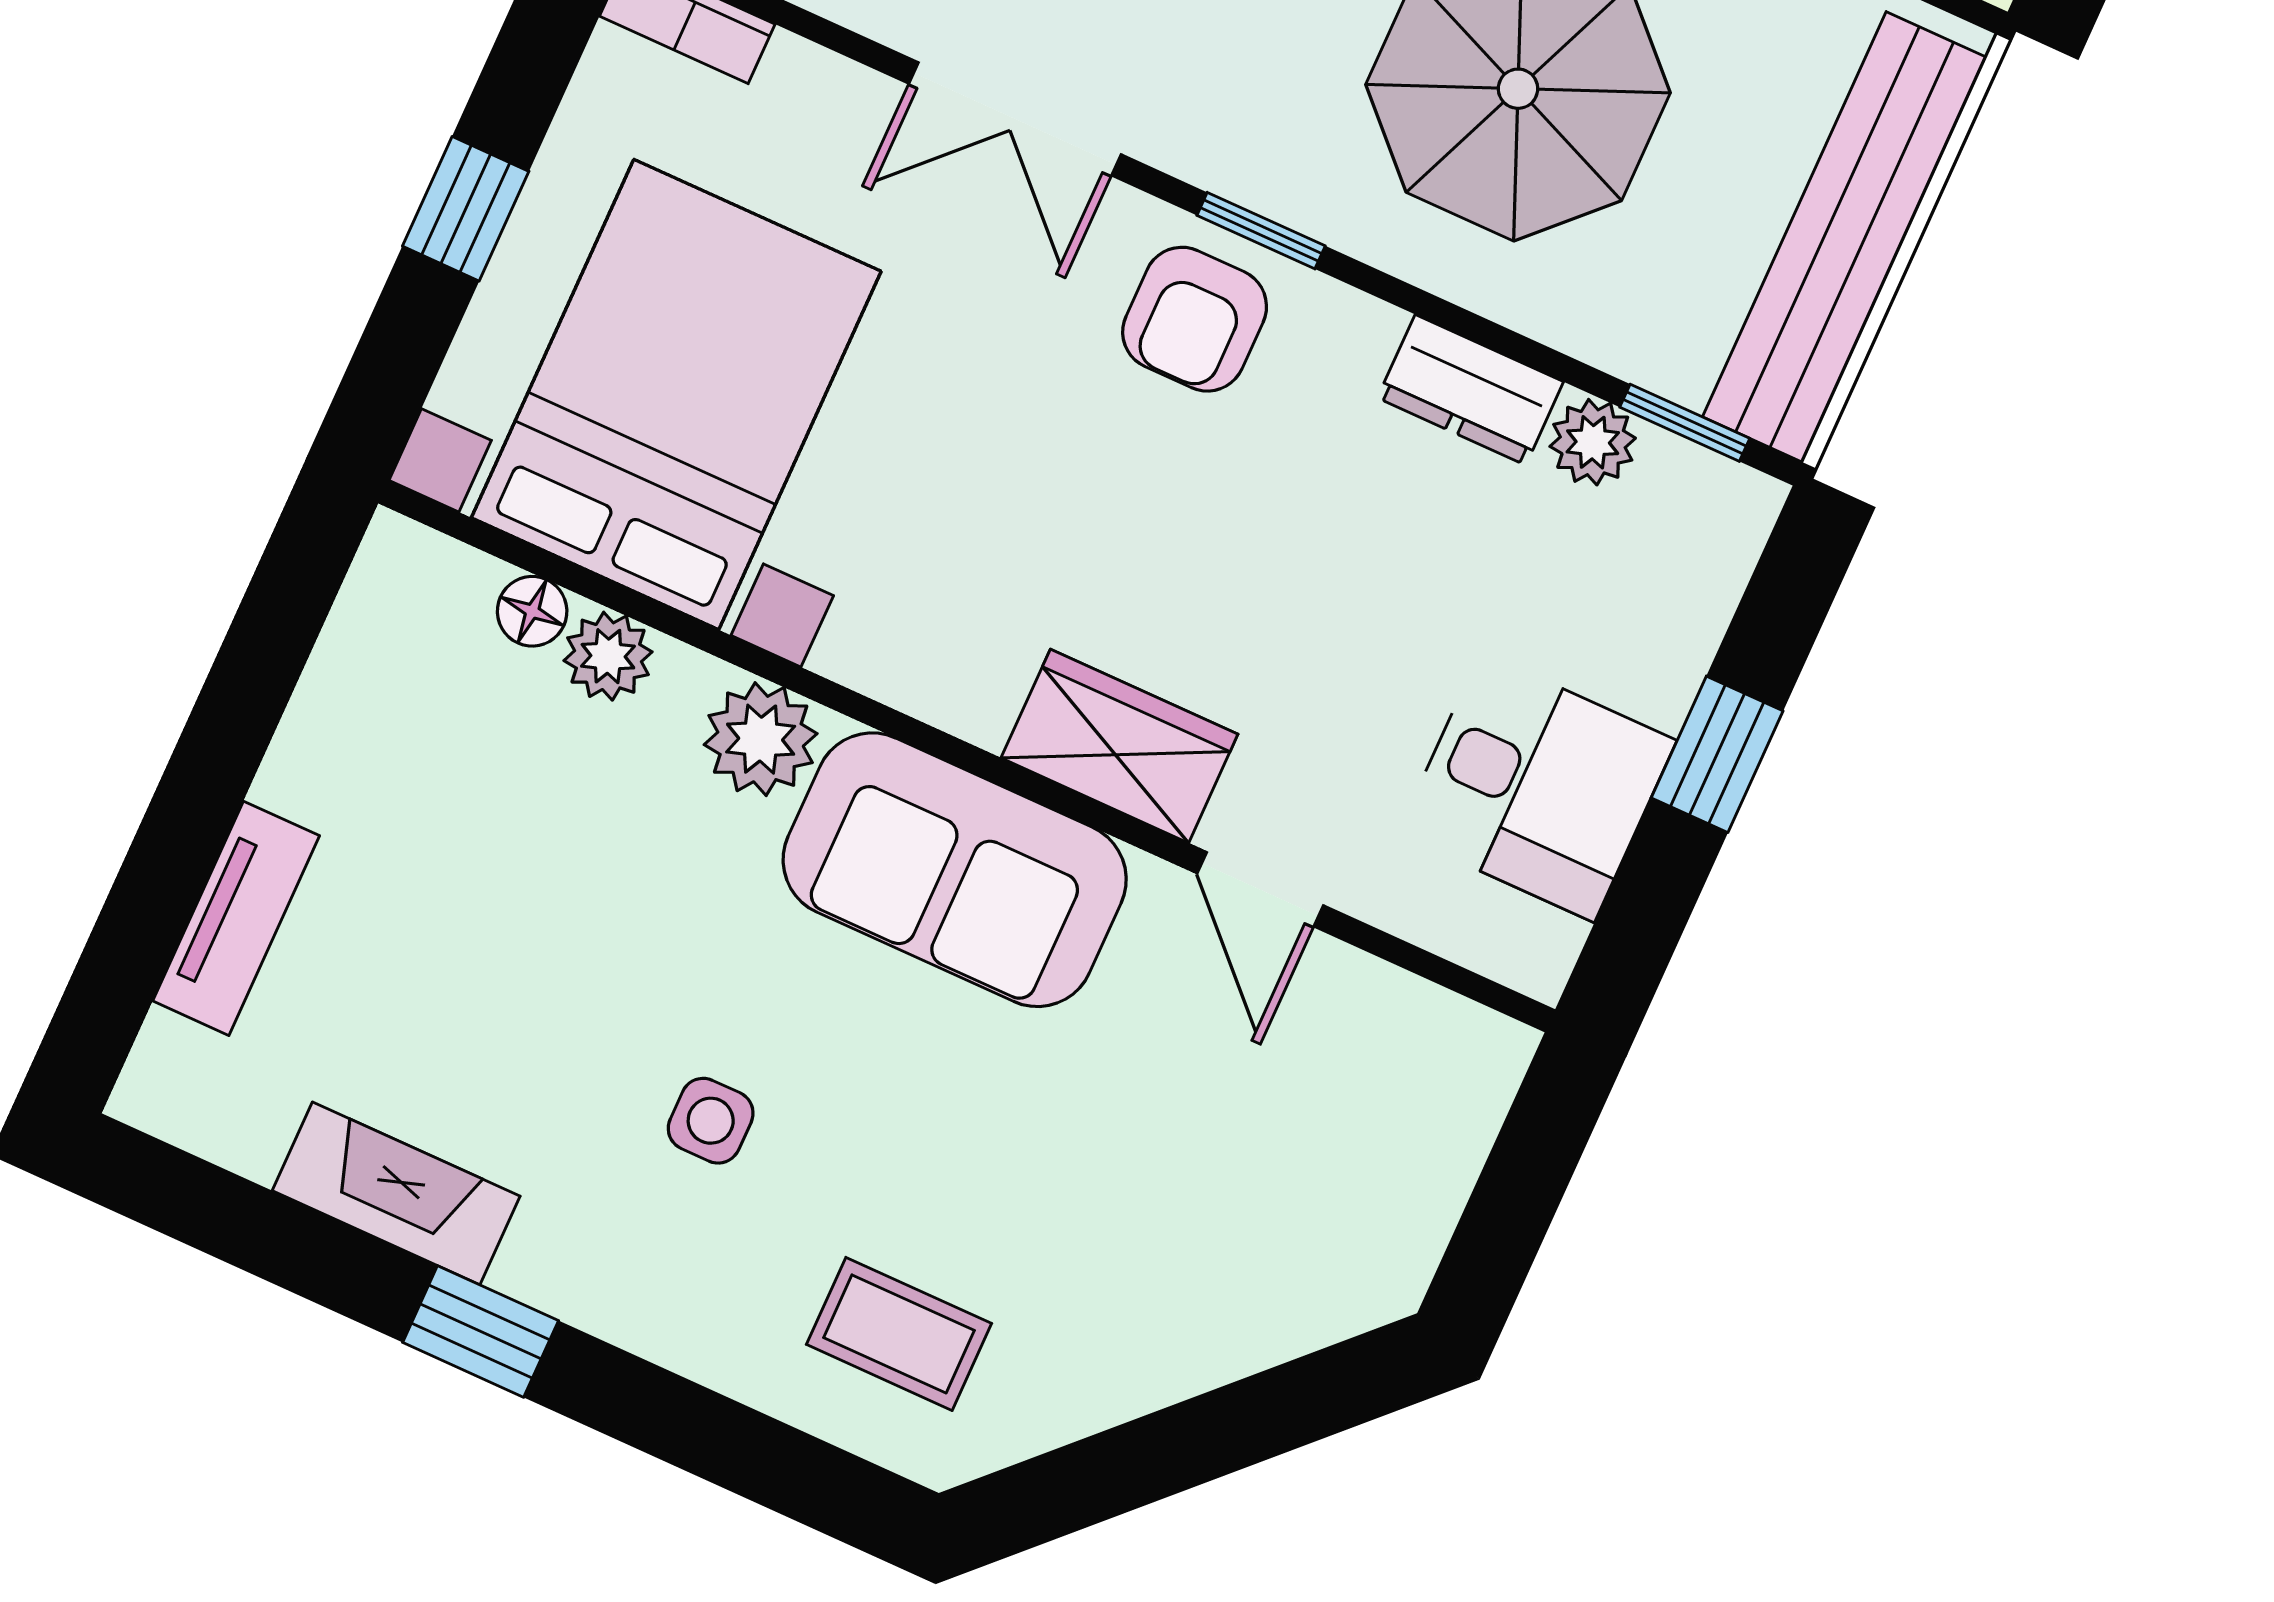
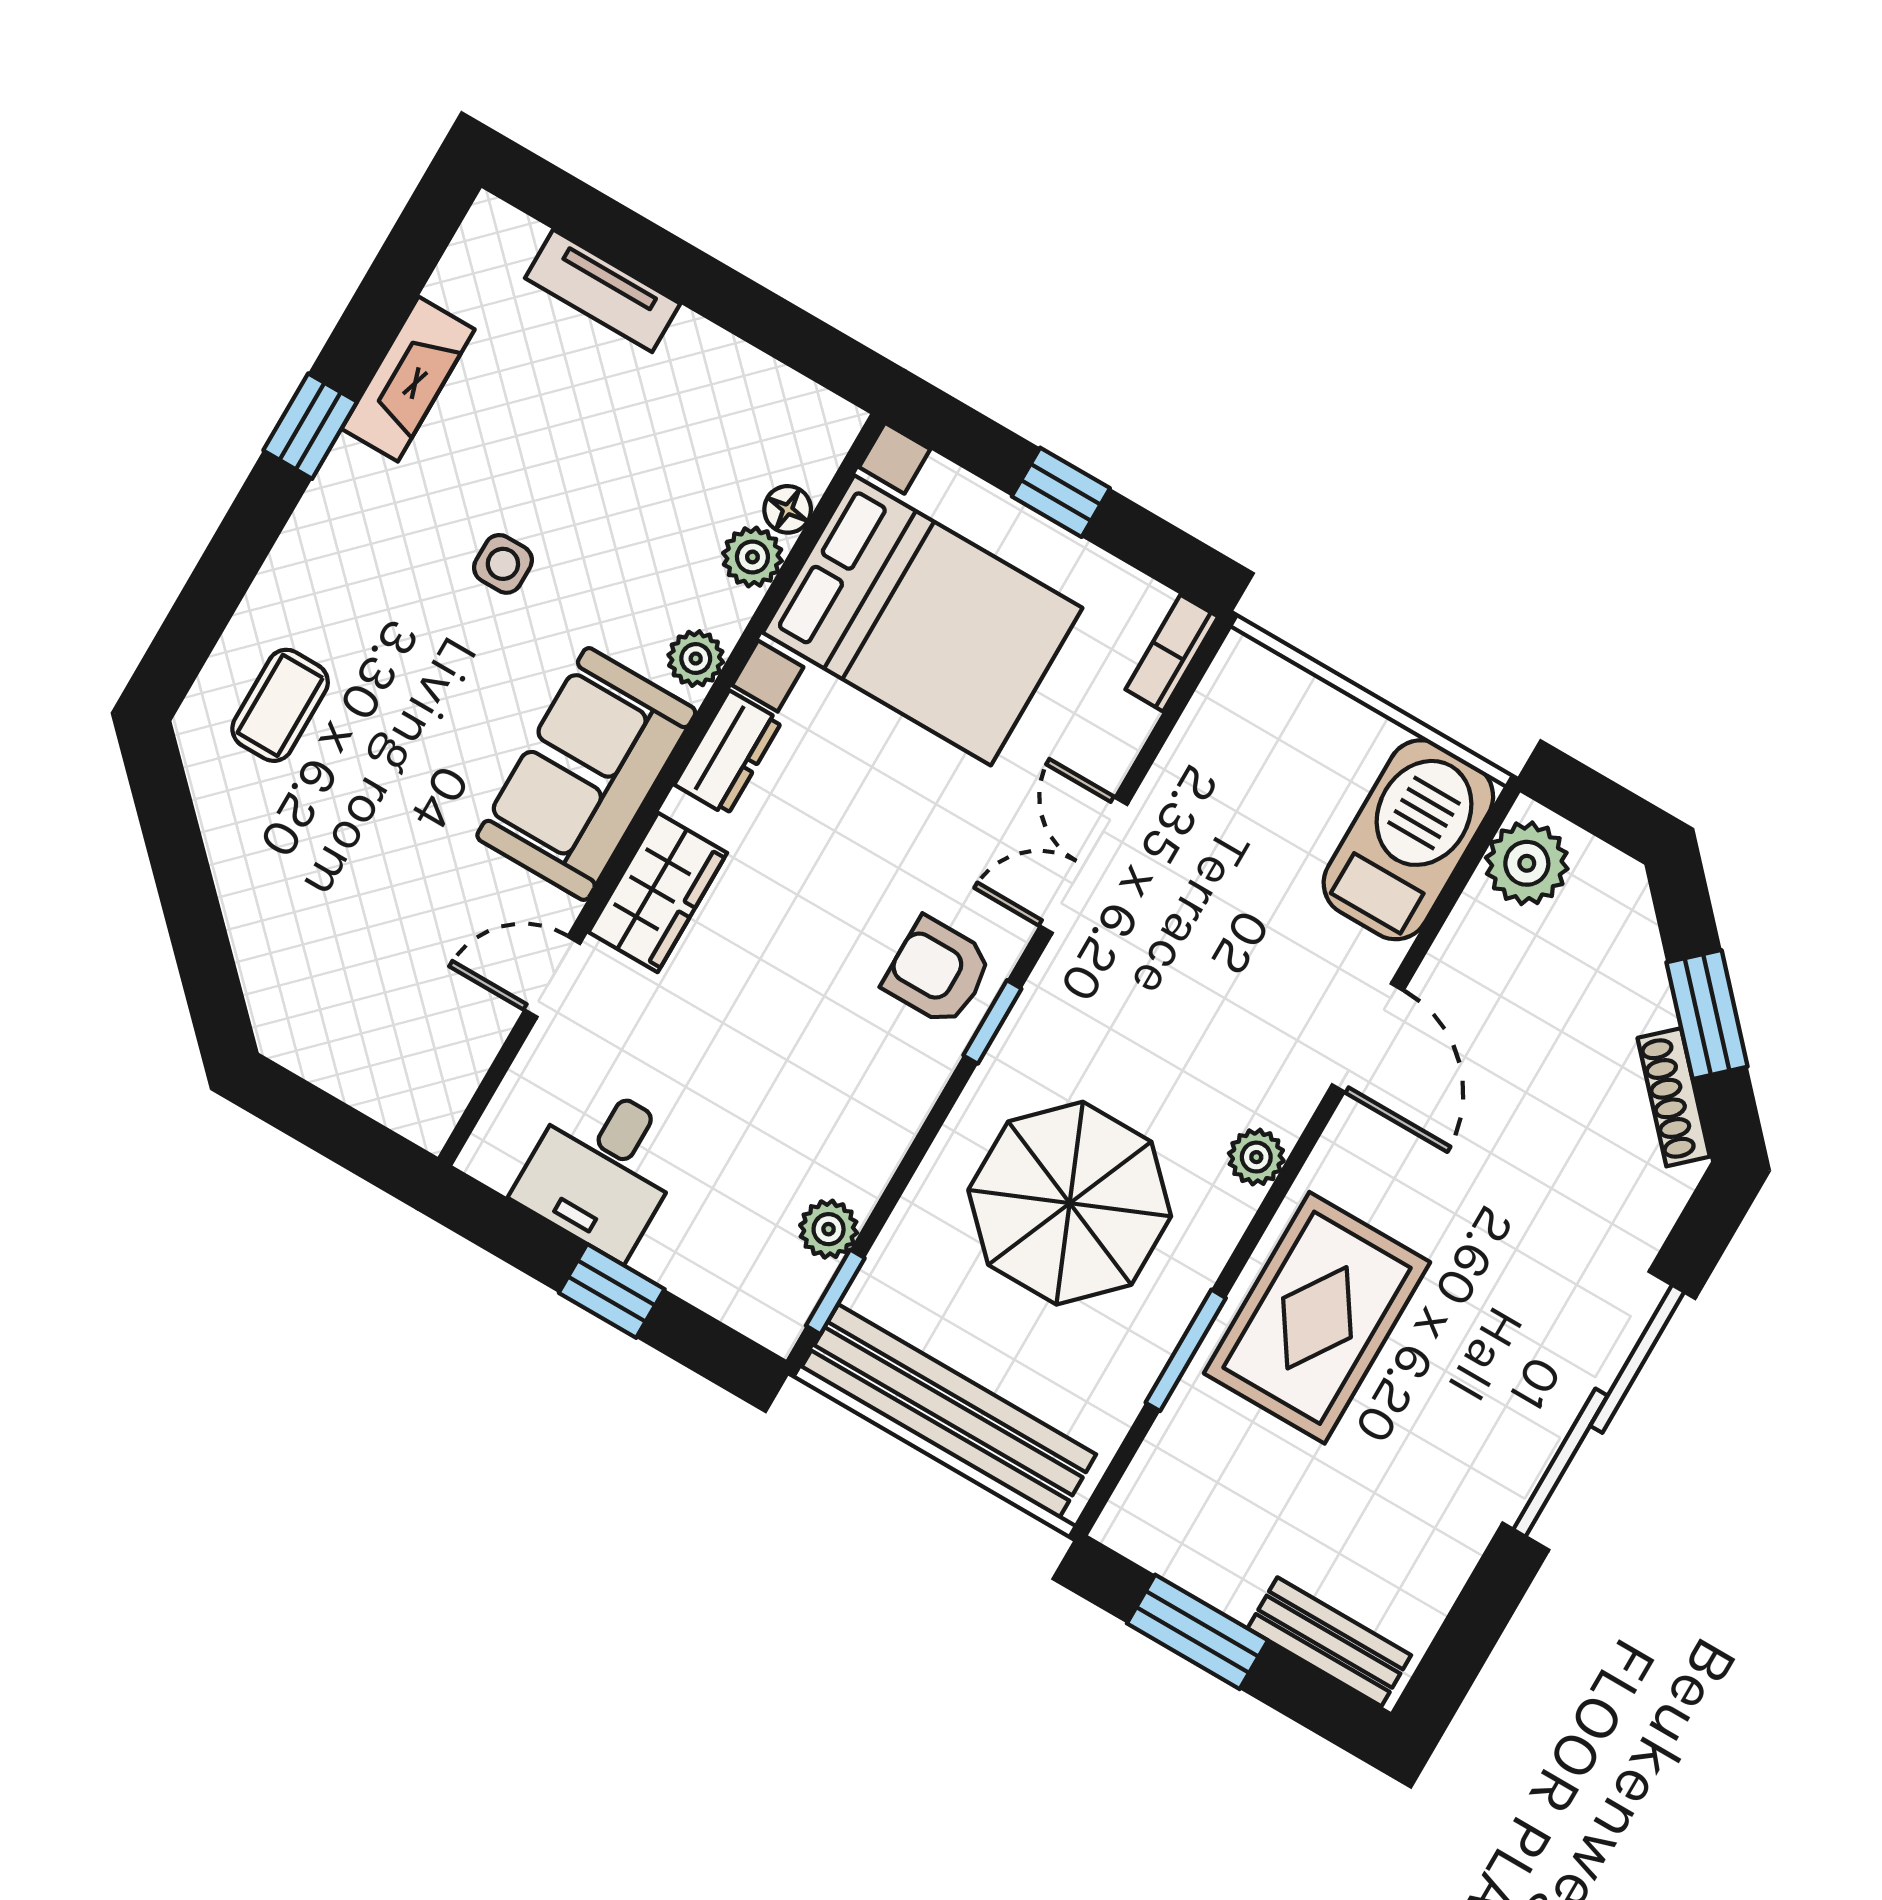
dresser: (1470, 390) -> (728, 753), moved, turned 180
plant: (761, 739) -> (696, 659), width x0.73, depth x0.73
side table: (711, 1121) -> (503, 564), moved

